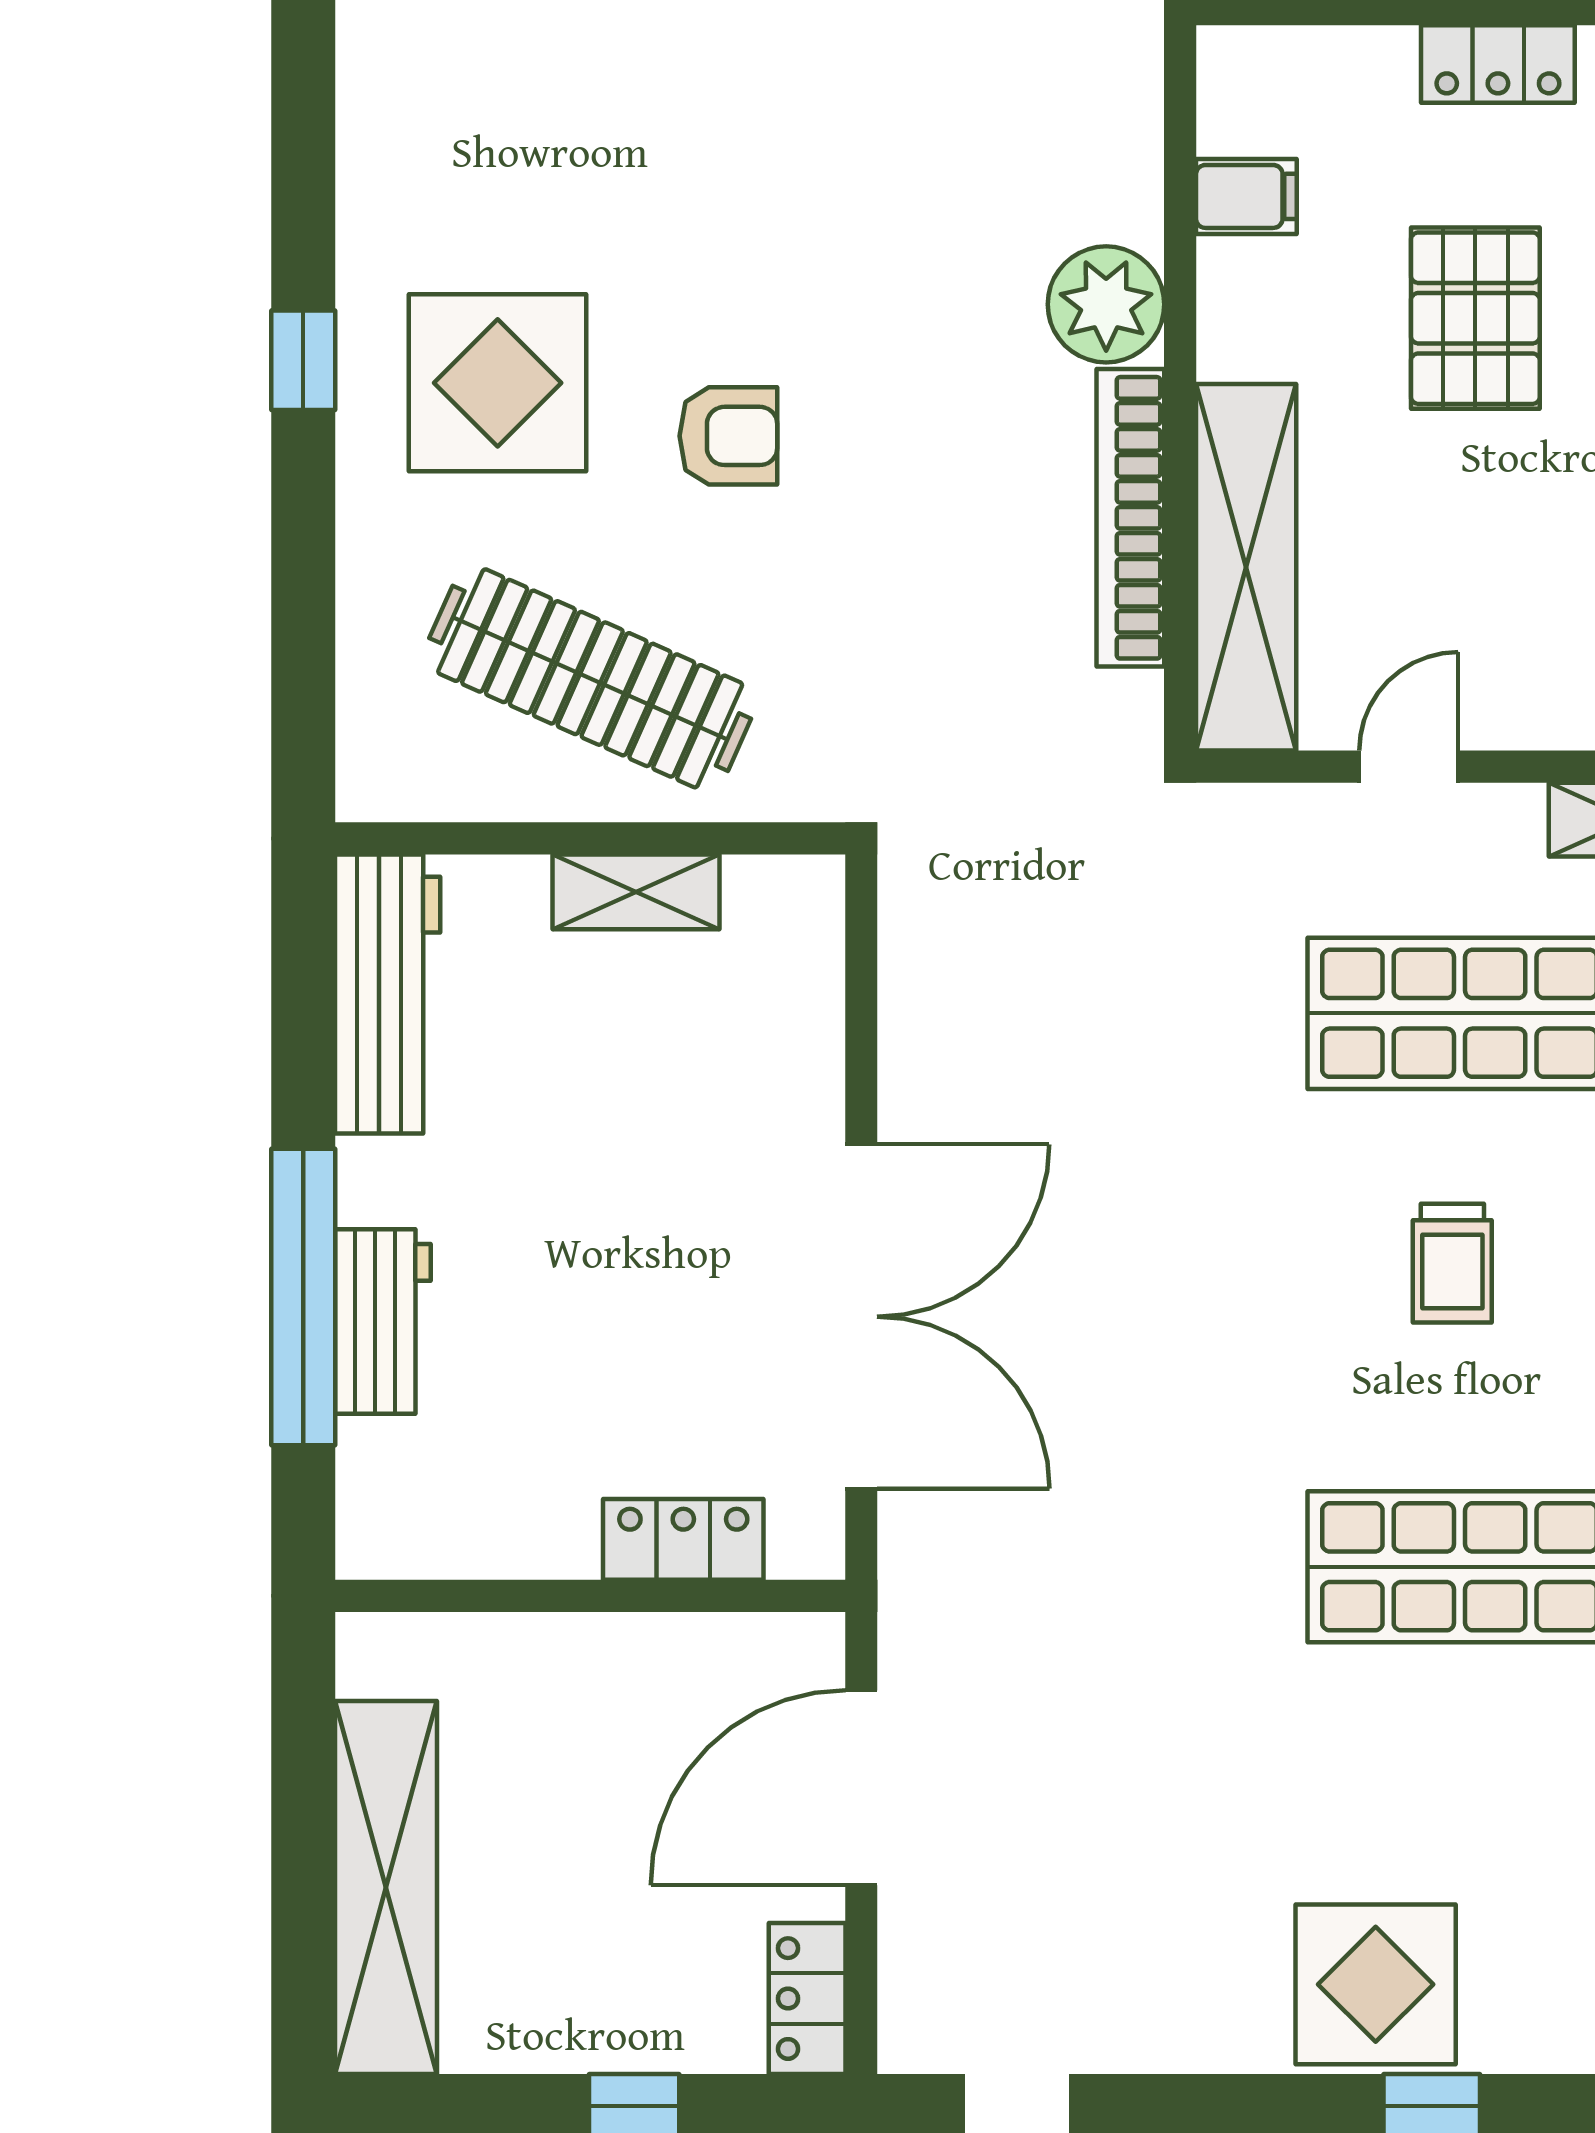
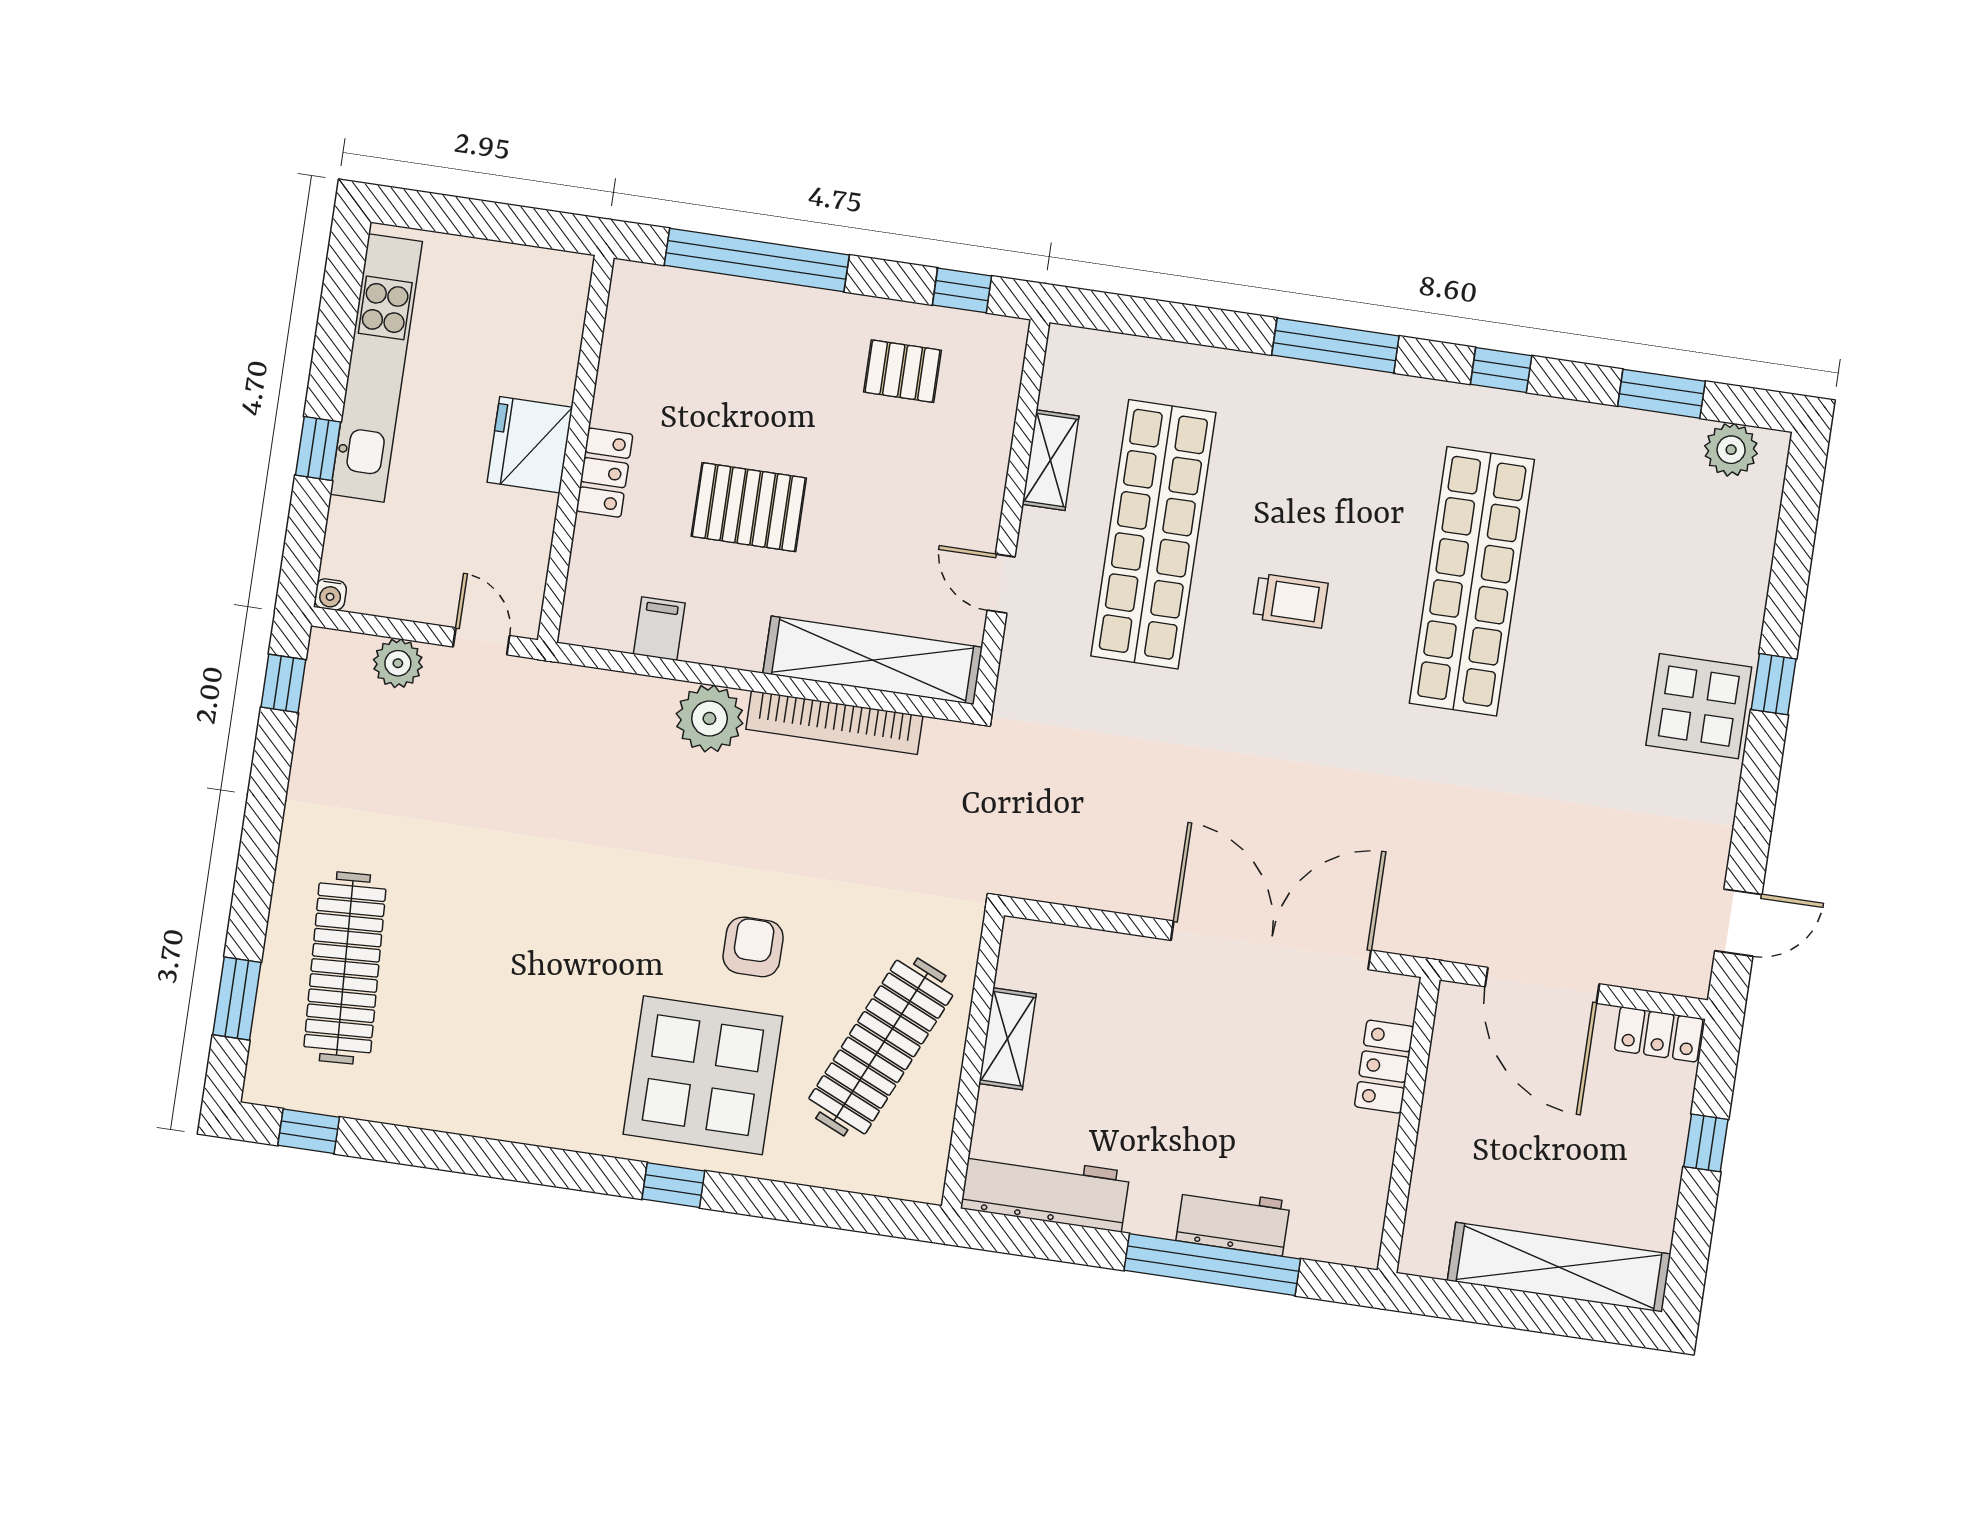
display table: (498, 383) -> (703, 1075), width x1.36, depth x1.36

